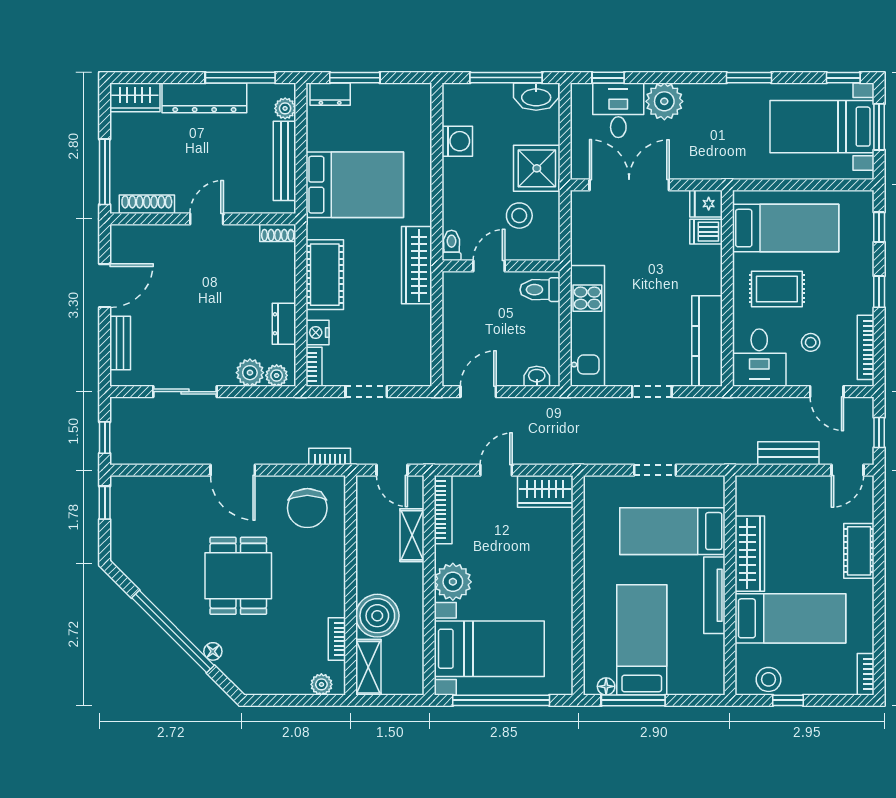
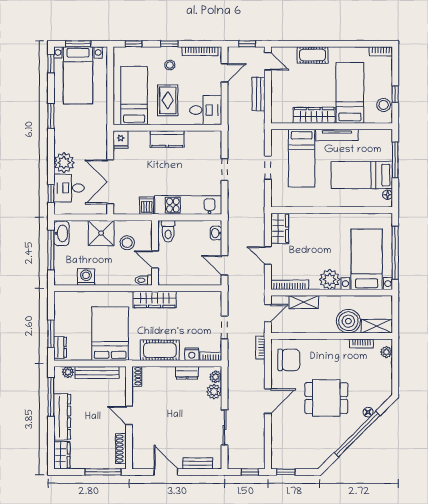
dishwasher: (706, 232) -> (147, 206), moved, turned 180
kitchen counter: (707, 341) -> (167, 139), moved, width x0.67
stool: (811, 342) -> (170, 65), moved
window: (633, 700) -> (395, 160), moved

